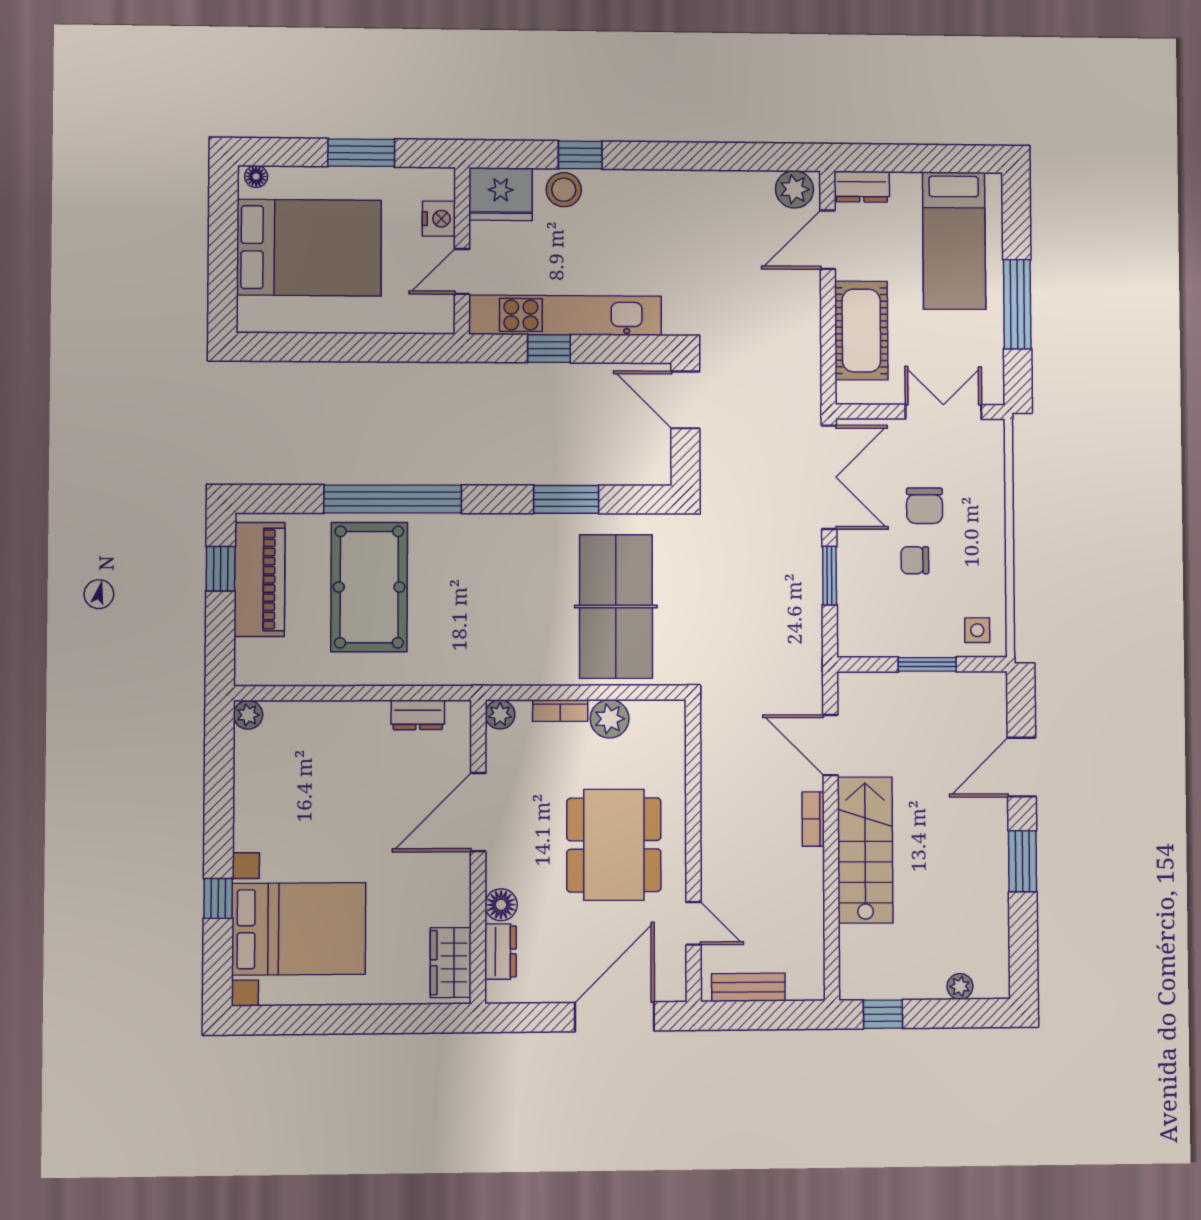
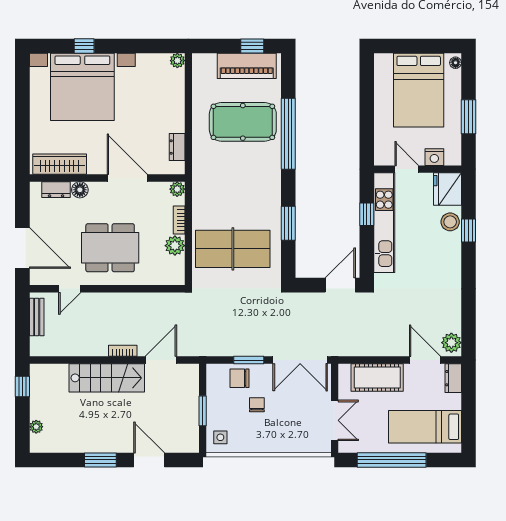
window: (1017, 304) -> (392, 460), width x1.46
chair: (925, 506) -> (239, 378), moved
bed with nightstands: (299, 929) -> (82, 87), width x1.36
wardrobe: (451, 963) -> (60, 164), width x1.50

